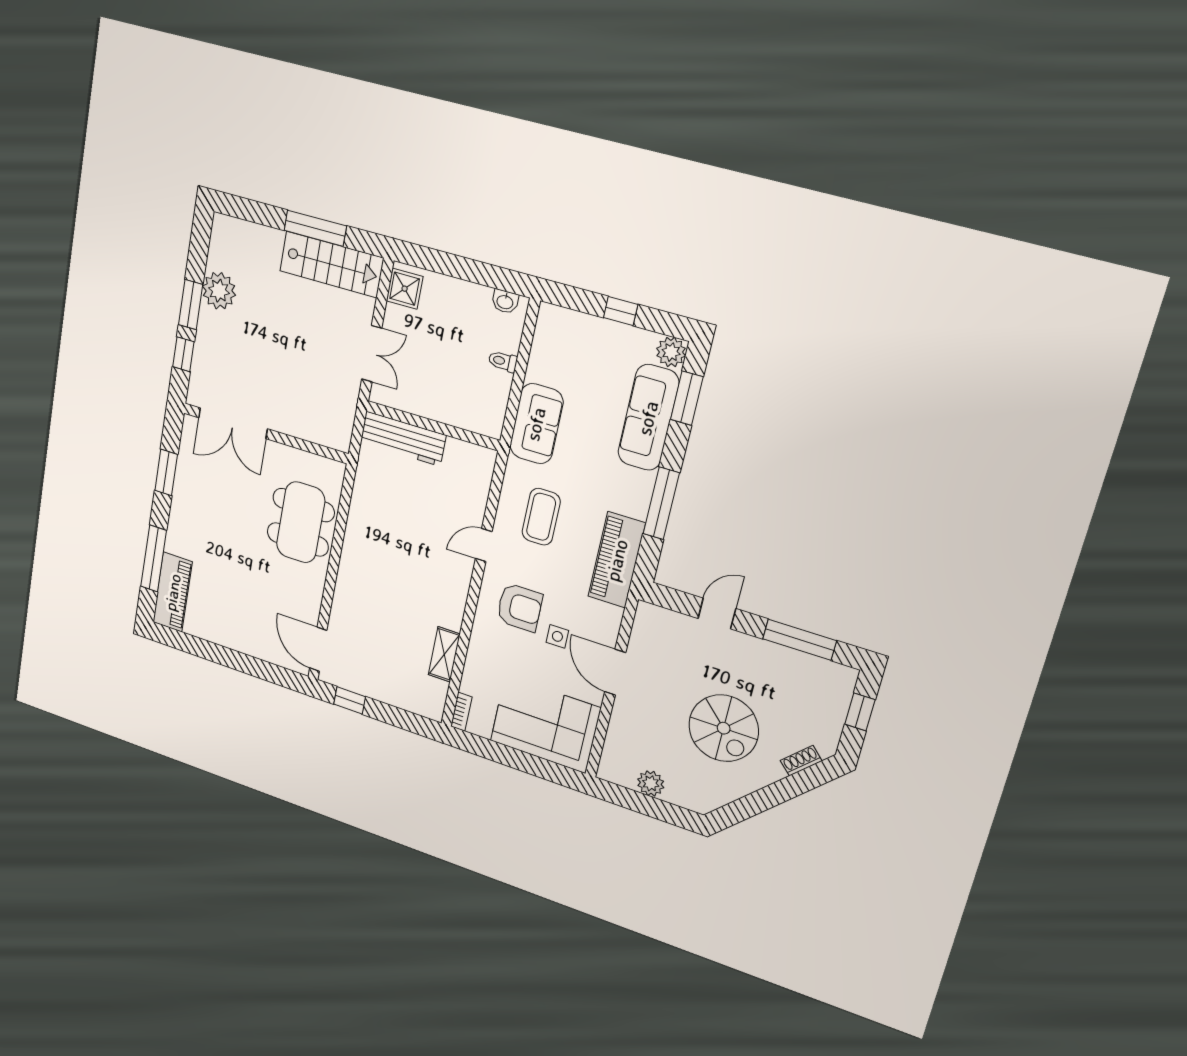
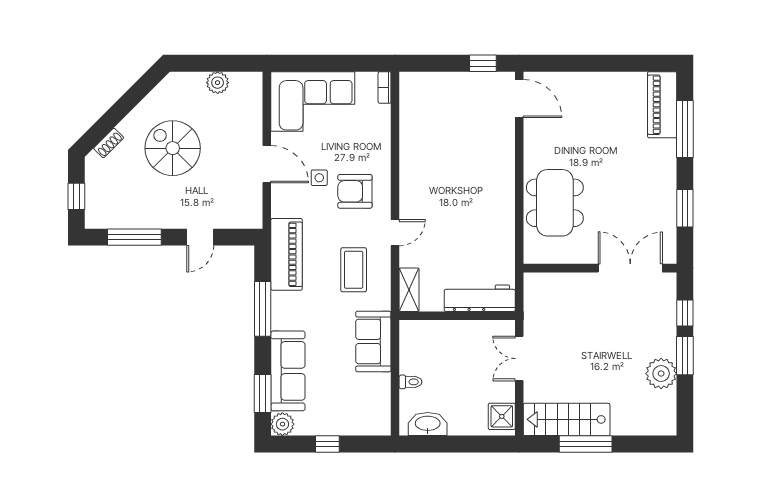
washbasin: (505, 302) -> (428, 424), width x1.91, depth x1.45
shelving: (444, 654) -> (409, 290), moved

